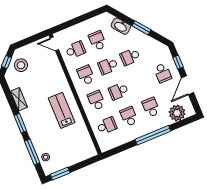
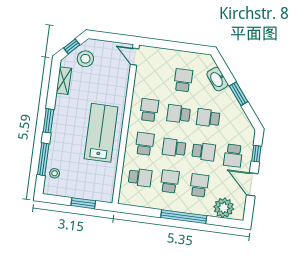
school desk: (75, 50) -> (204, 152), moved
door: (188, 85) -> (252, 184), hinge flipped
shelving: (19, 99) -> (64, 81), moved
lab bench: (62, 110) -> (101, 133), width x1.36, depth x1.39
window: (60, 174) -> (83, 203), moved

